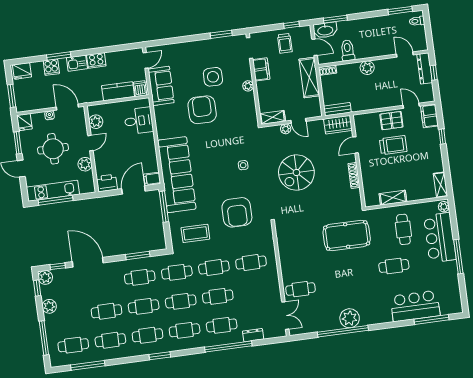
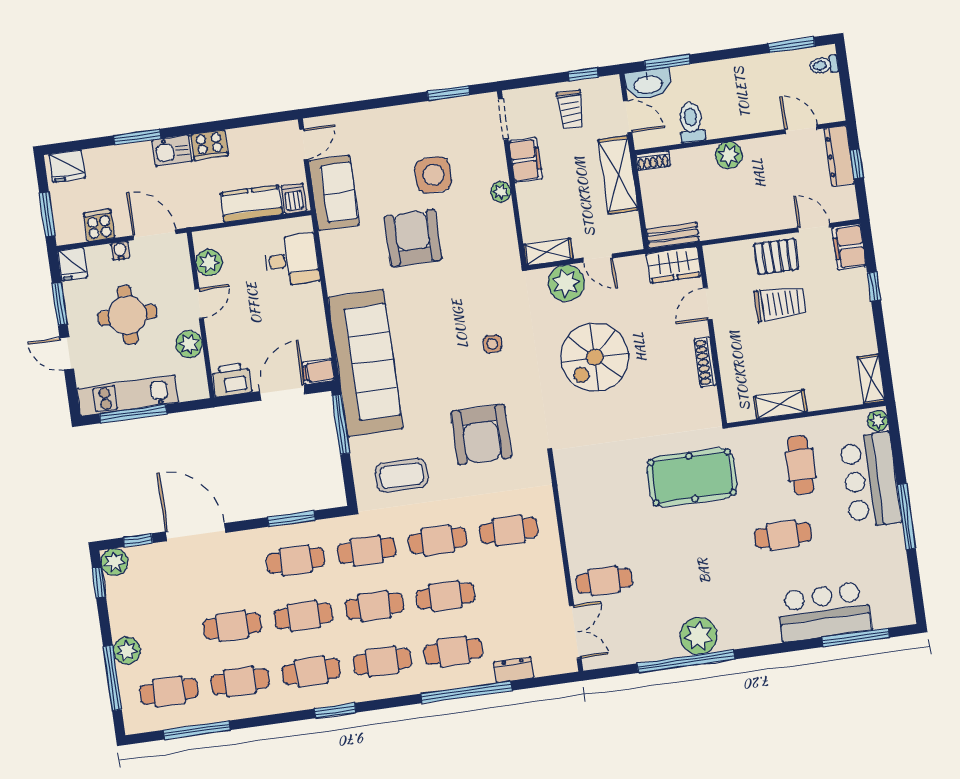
cooker: (51, 67) -> (99, 225), moved, turned 180
plant: (286, 129) -> (566, 283), width x1.87, depth x1.87
plant: (49, 306) -> (127, 651), moved

